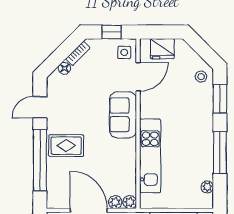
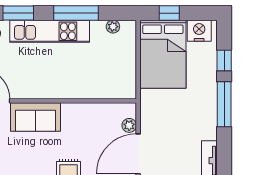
kitchen unit: (150, 156) -> (50, 31), moved, turned 180
plant: (130, 202) -> (129, 110), removed

